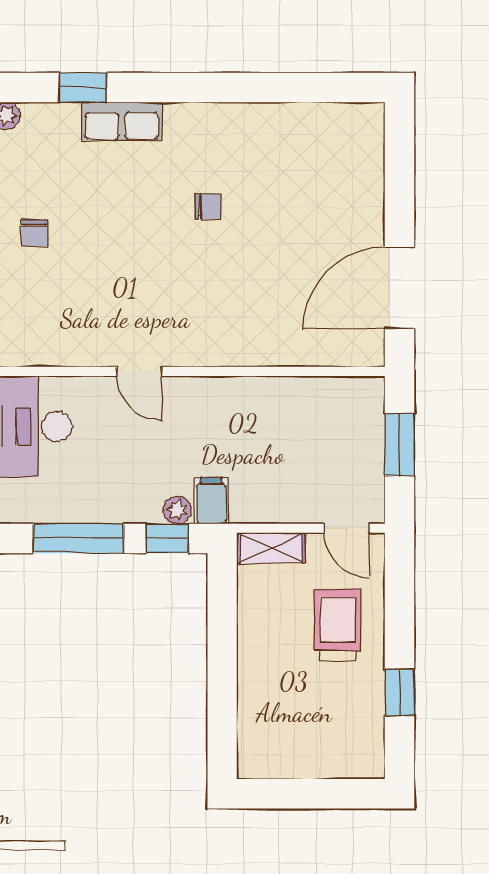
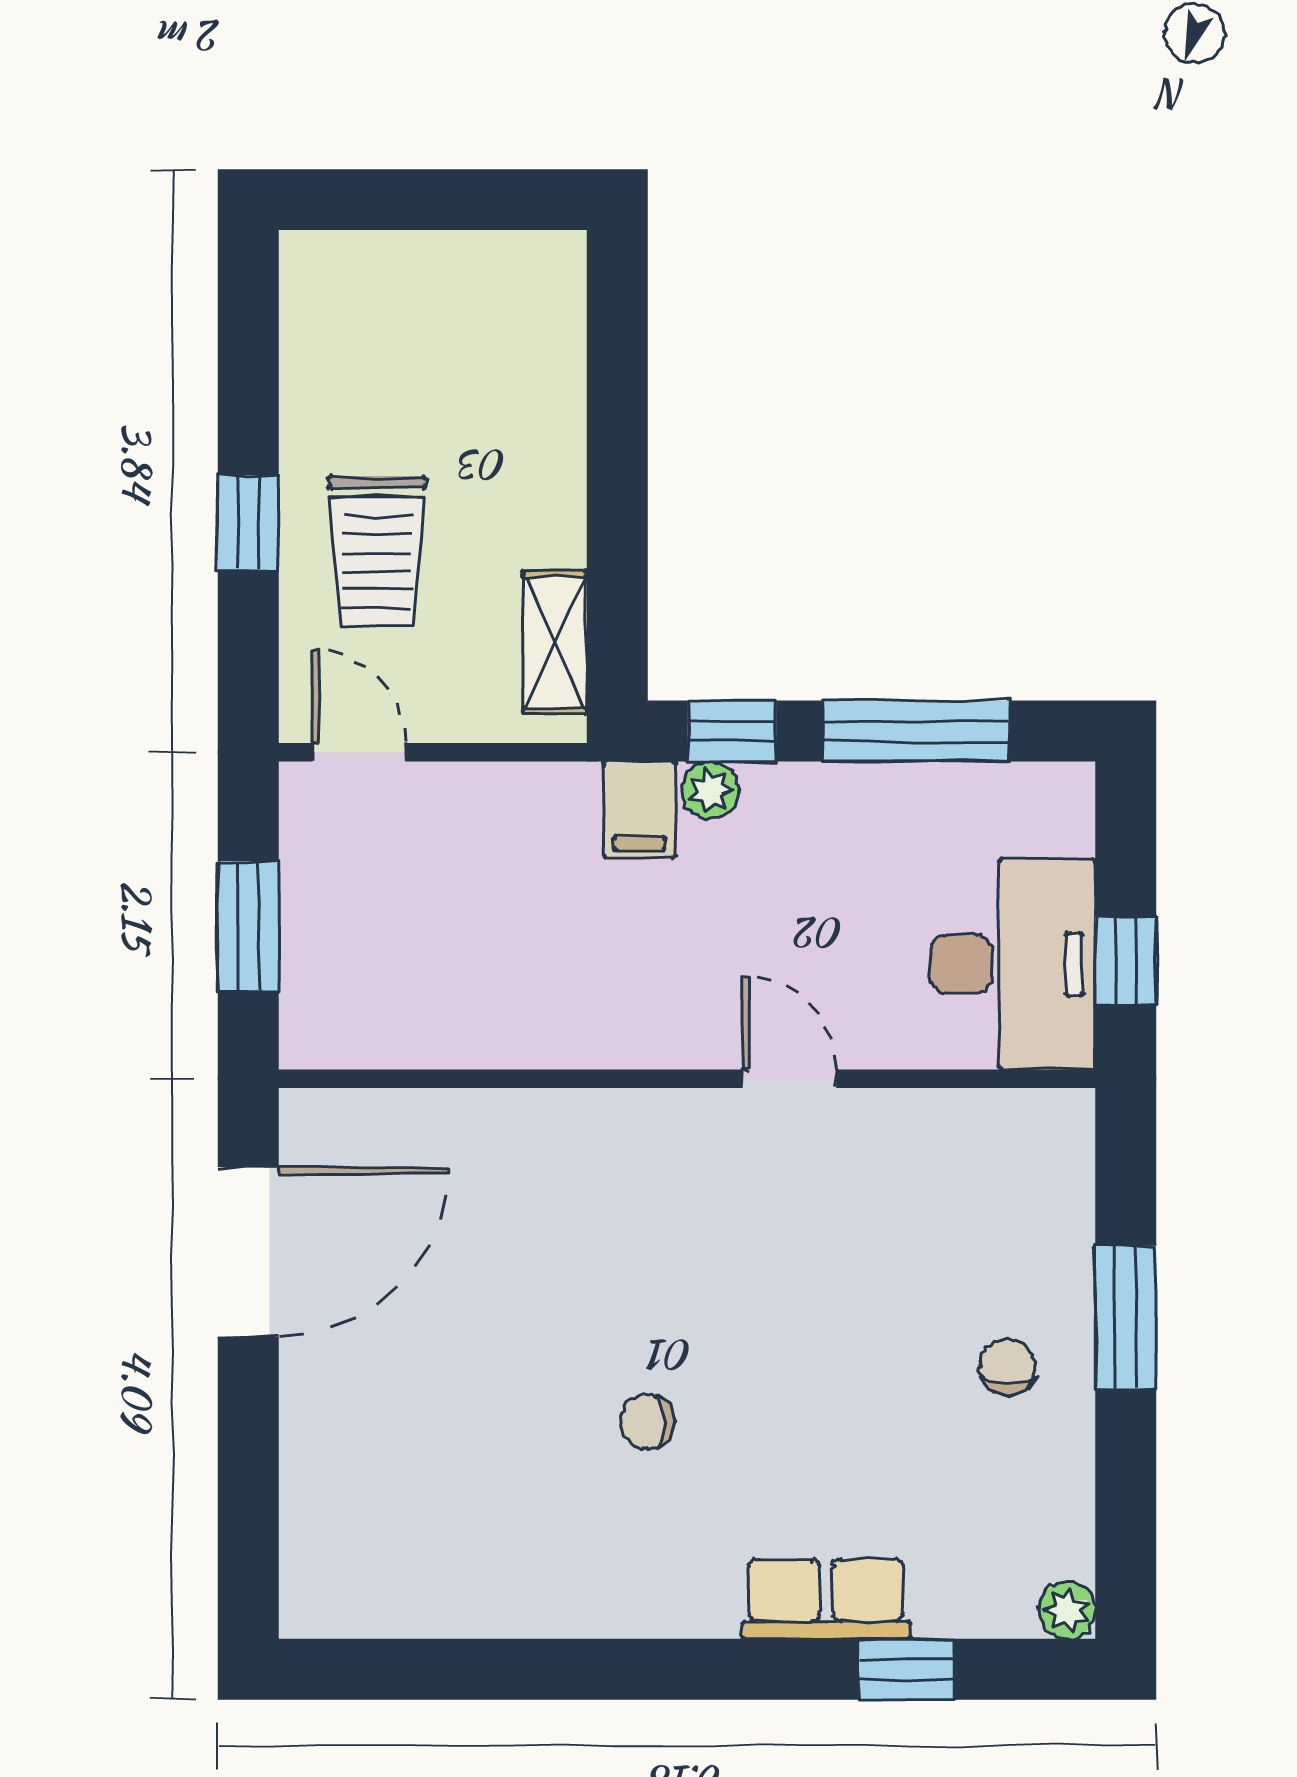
shelving: (271, 548) -> (555, 642), moved, turned 90
window: (399, 692) -> (248, 523), moved

